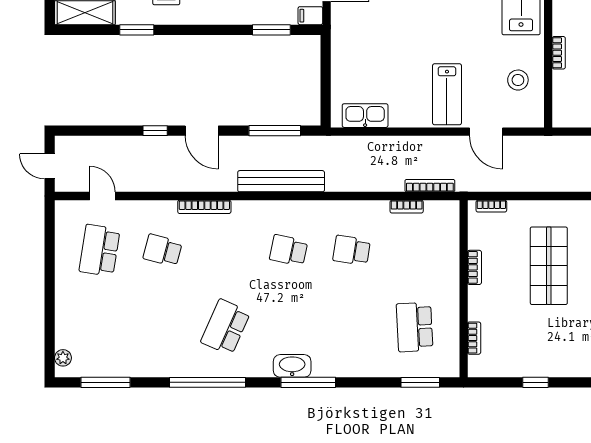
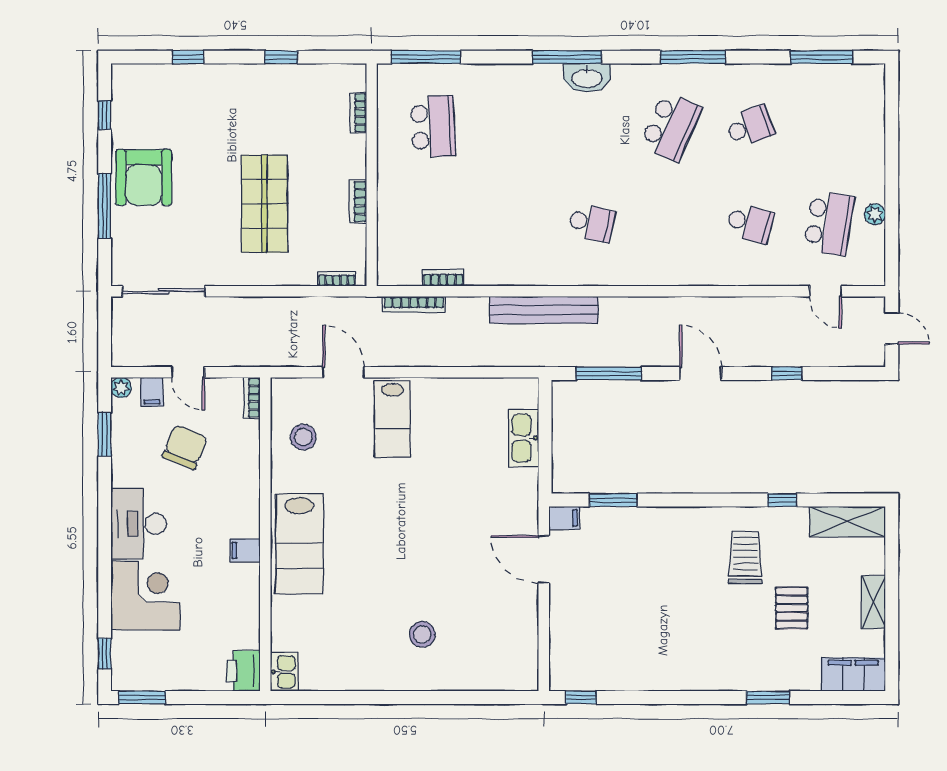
window: (137, 30) -> (782, 500), width x0.67
bookcase: (559, 53) -> (252, 398), moved
lab bench: (447, 94) -> (392, 419), turned 180
kitchen sink: (365, 116) -> (524, 438), moved, turned 90
window: (155, 131) -> (787, 374), moved
bench: (281, 181) -> (544, 310), moved
bookcase: (204, 207) -> (697, 278), removed
school desk: (352, 250) -> (750, 127), moved, turned -30
plant: (63, 358) -> (875, 214), moved
window: (208, 382) -> (693, 57), width x0.68
window: (420, 382) -> (426, 57), width x1.44

